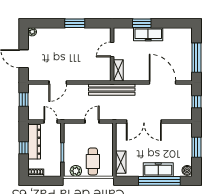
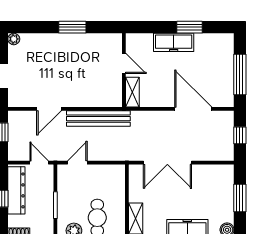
window: (142, 23) -> (190, 27), moved
door: (112, 49) -> (124, 63), swing flipped
bench: (112, 90) -> (98, 119), moved
door: (92, 122) -> (77, 163), moved

